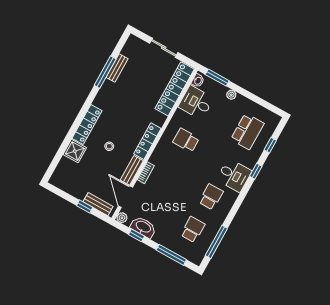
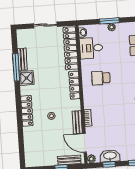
window: (217, 78) -> (109, 21), moved
locker: (147, 141) -> (74, 85), moved
shower: (75, 151) -> (26, 78), moved

